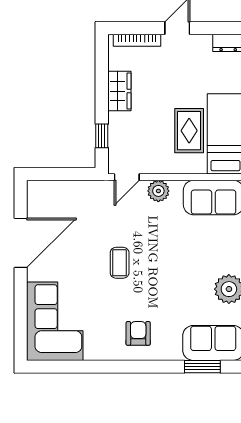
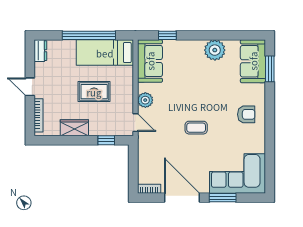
rug: (189, 131) -> (94, 92), moved
bookcase: (33, 196) -> (149, 189), added
window: (21, 300) -> (223, 198), added
armchair: (138, 333) -> (246, 114), turned 180

